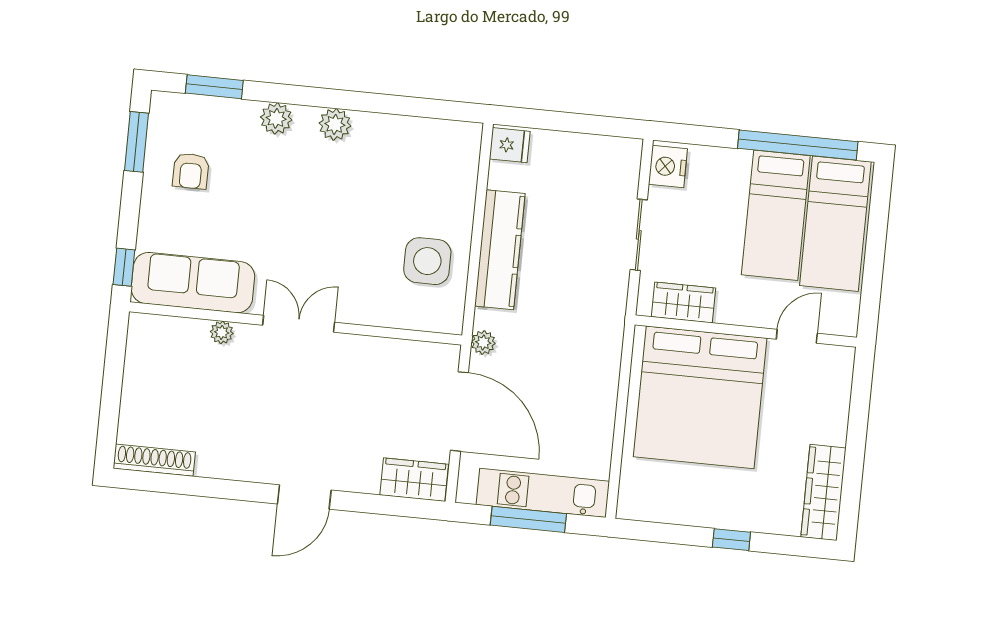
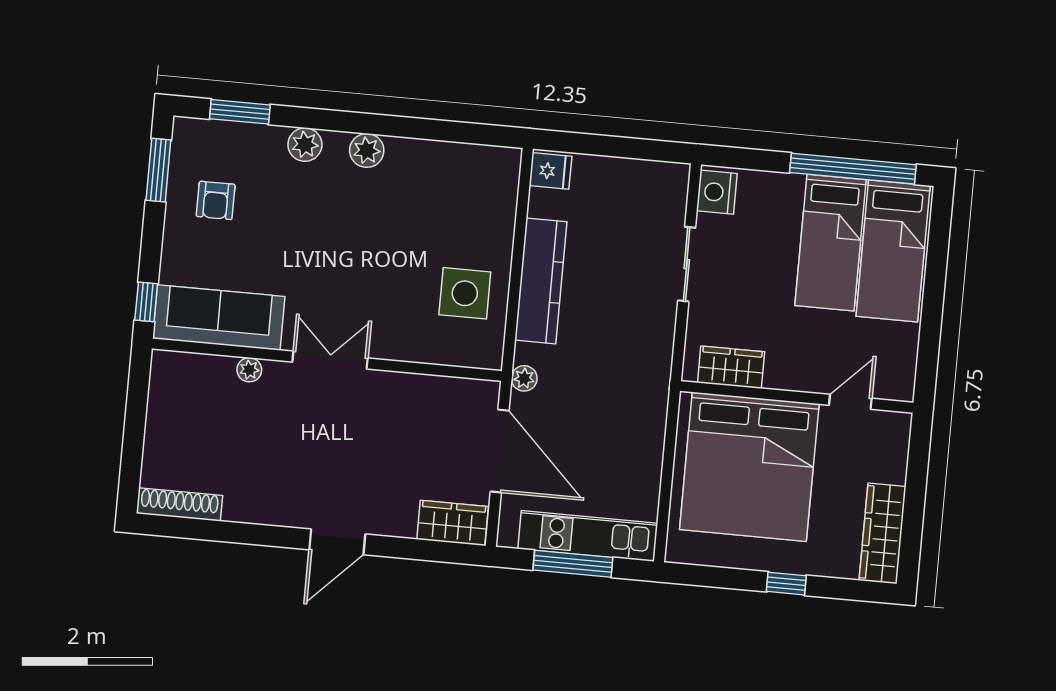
wardrobe: (683, 302) -> (731, 367), moved
wall: (746, 331) -> (797, 397), moved
door: (797, 336) -> (850, 402), moved
bed: (700, 397) -> (749, 467), moved

